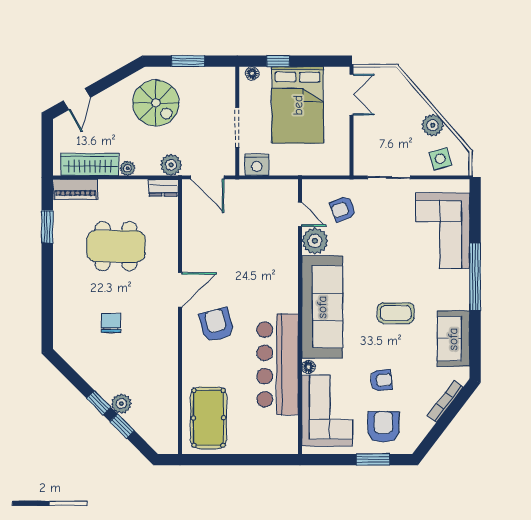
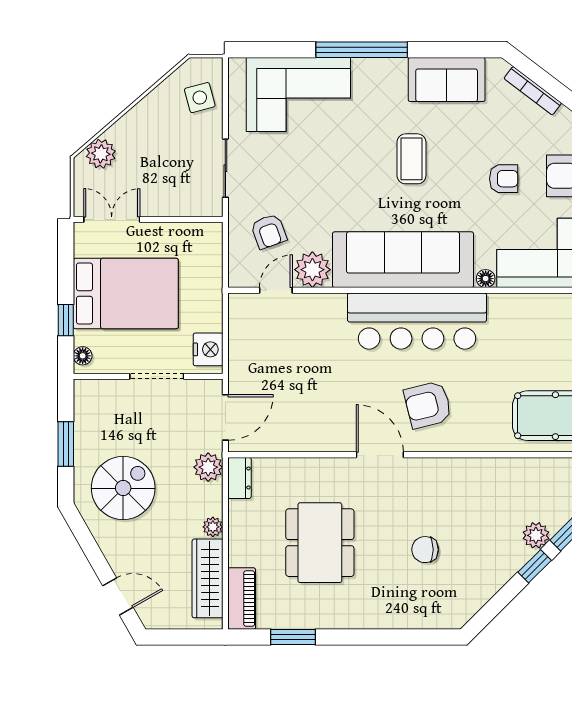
plant: (433, 125) -> (101, 154), moved
bar counter: (277, 364) -> (417, 321), moved
armchair: (381, 380) -> (504, 179), turned 95

